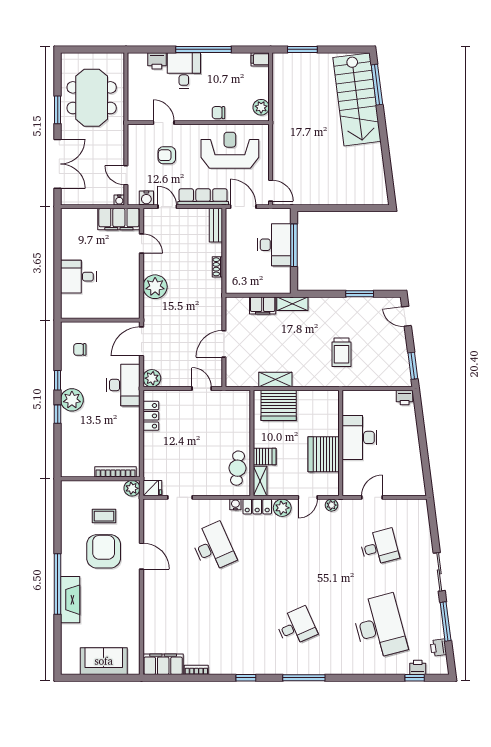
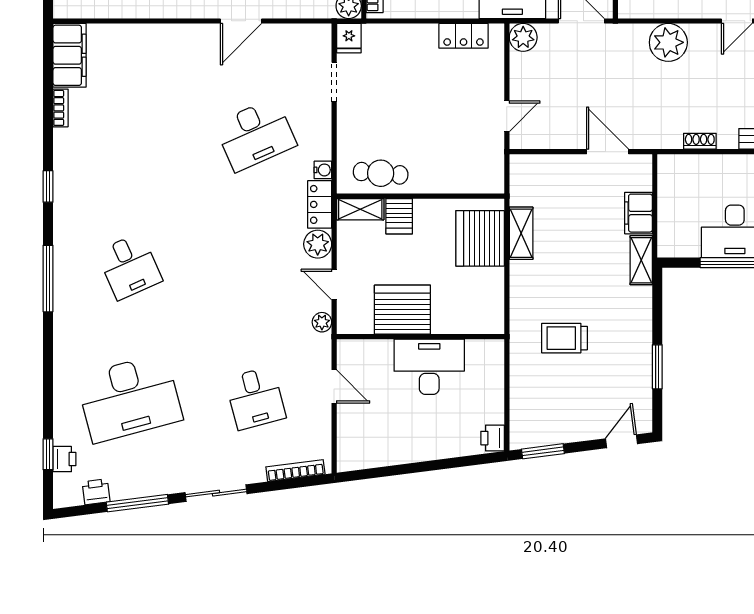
door: (224, 344) -> (608, 152), moved
bookcase: (425, 522) -> (295, 471), added

